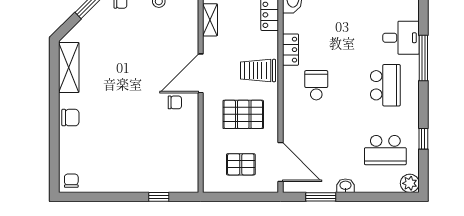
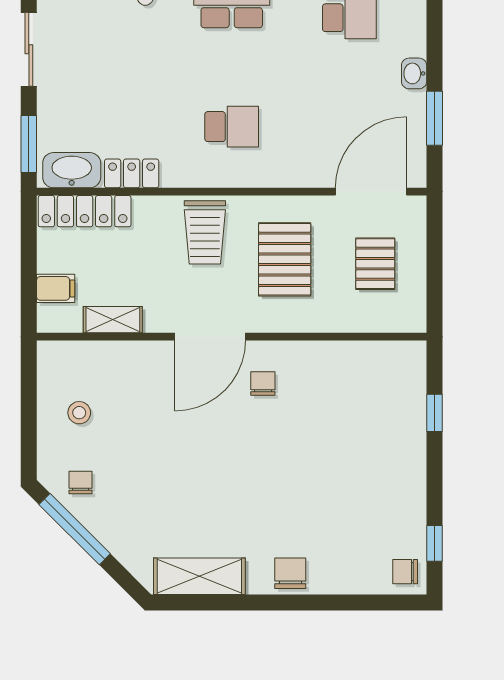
locker: (291, 50) -> (132, 173), moved
door: (201, 73) -> (210, 337), hinge flipped
school desk: (316, 85) -> (232, 127), turned 180
window: (87, 197) -> (434, 543), added

